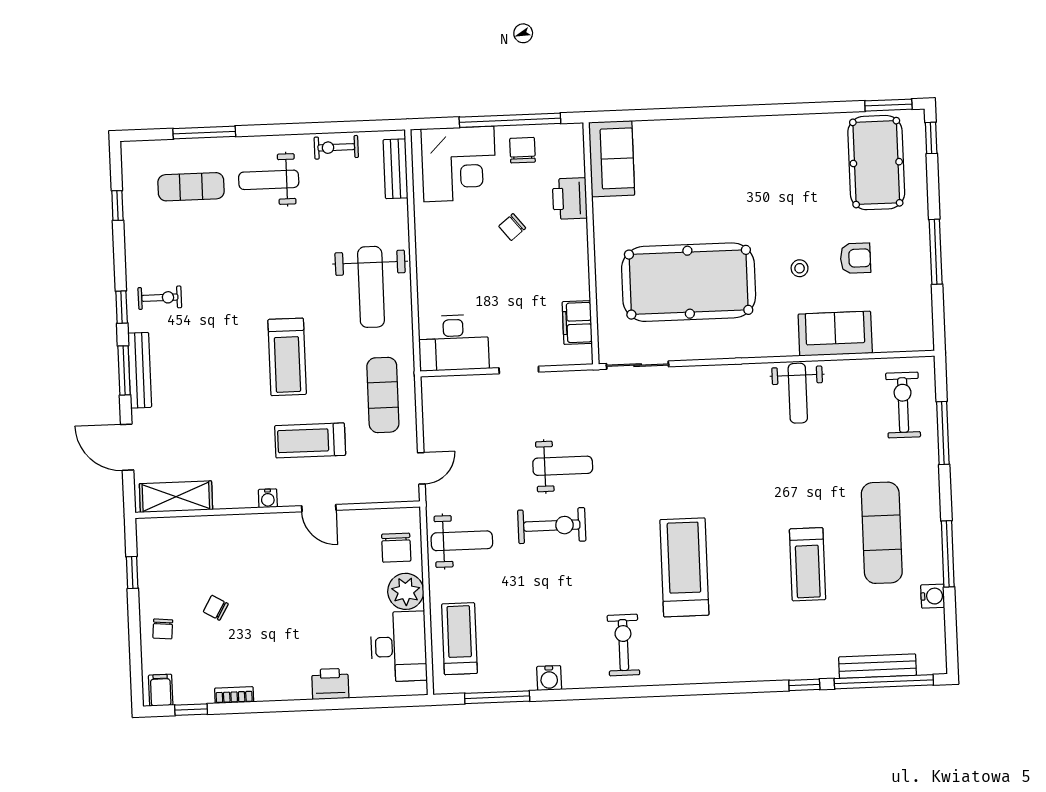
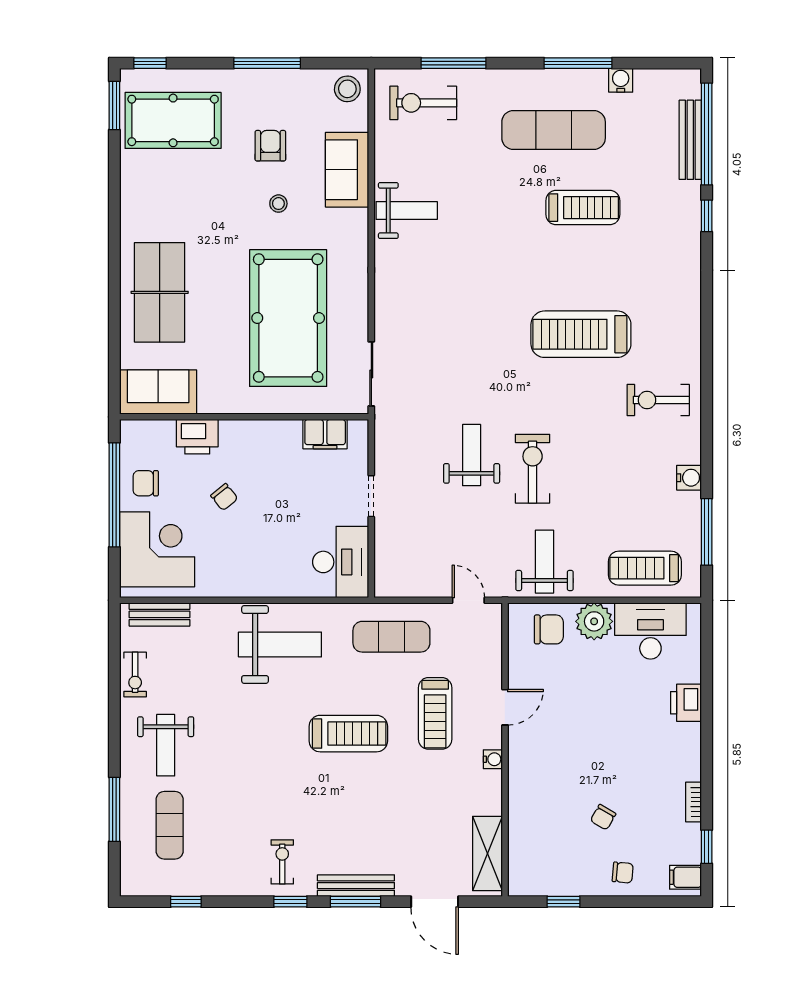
table tennis table: (709, 156) -> (160, 292), added
stool: (914, 331) -> (347, 89), added
door: (127, 447) -> (435, 902), hinge flipped

